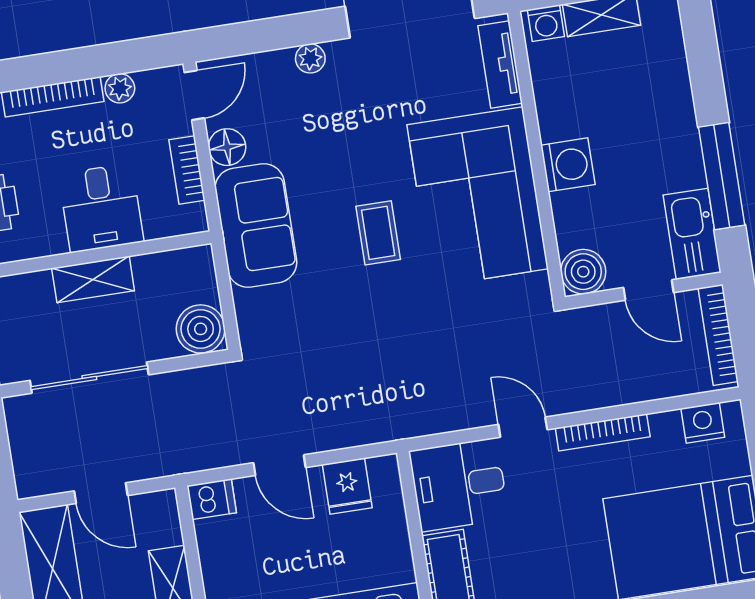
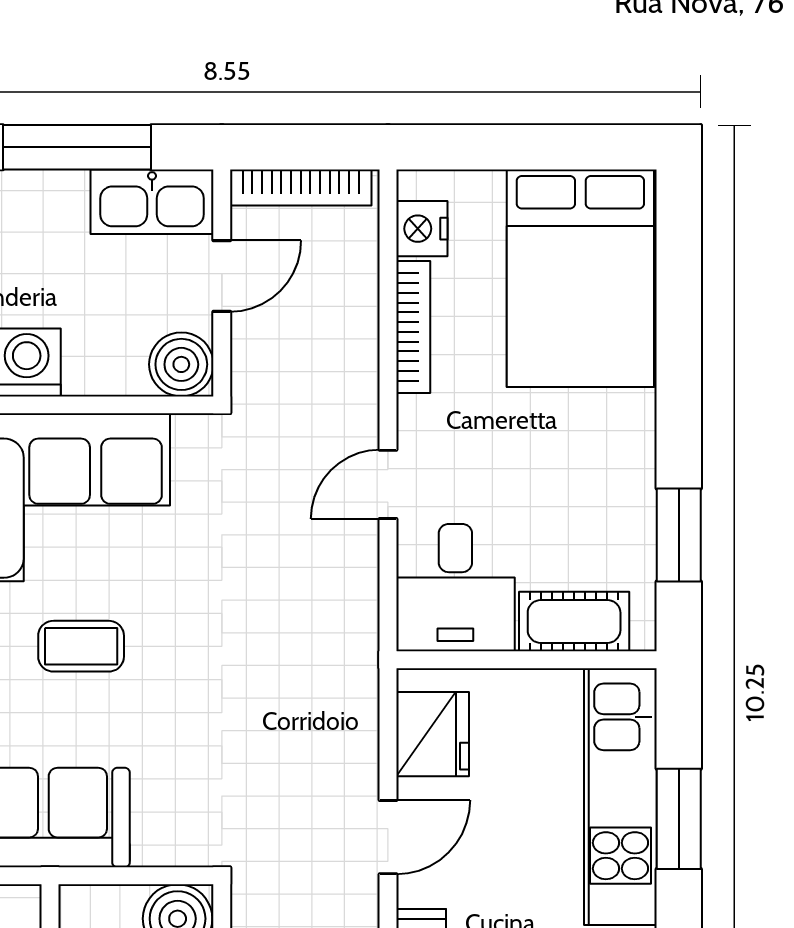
bookcase: (603, 432) -> (413, 327), moved
fridge: (347, 486) -> (433, 734), width x1.38

